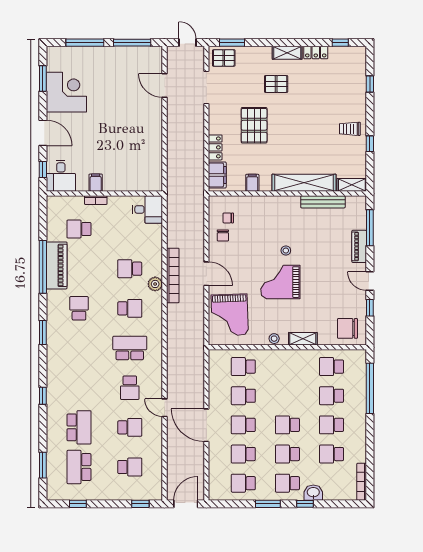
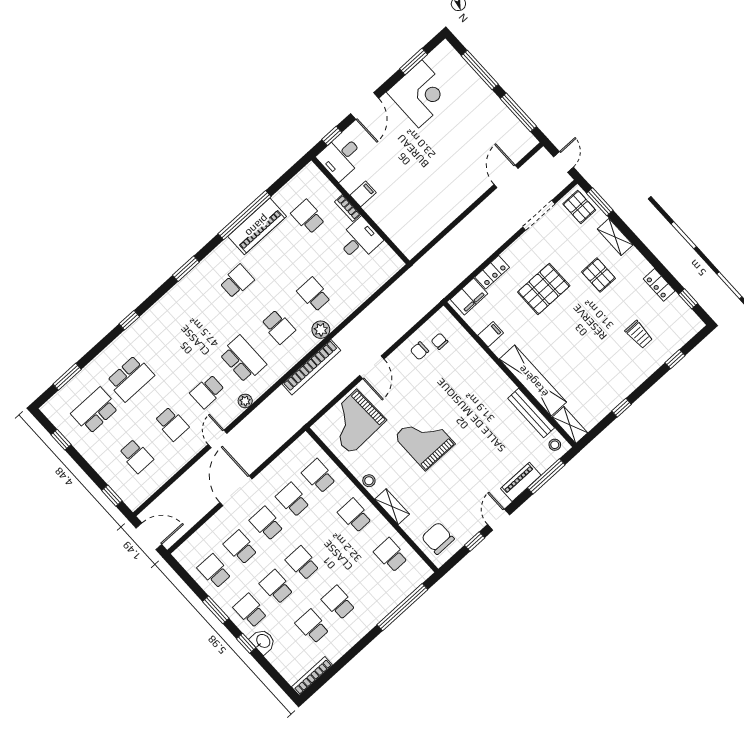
shelving: (287, 53) -> (615, 237), moved
trolley: (350, 129) -> (639, 335), moved, turned 180
desk: (147, 209) -> (359, 240), moved, turned -90
stool: (286, 251) -> (555, 445), moved
bookcase: (173, 275) -> (311, 367), moved
plant: (157, 370) -> (245, 401), added
school desk: (332, 396) -> (355, 516), moved

